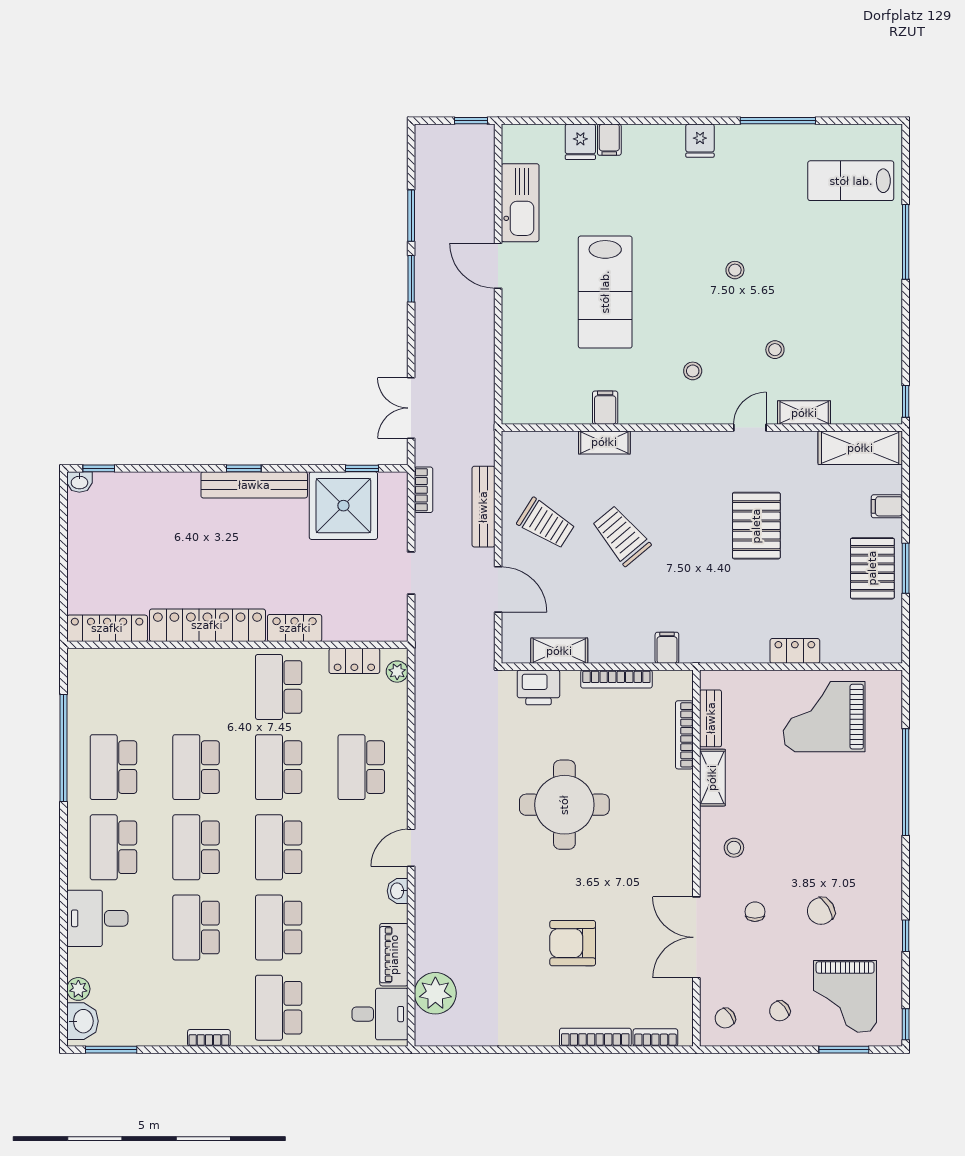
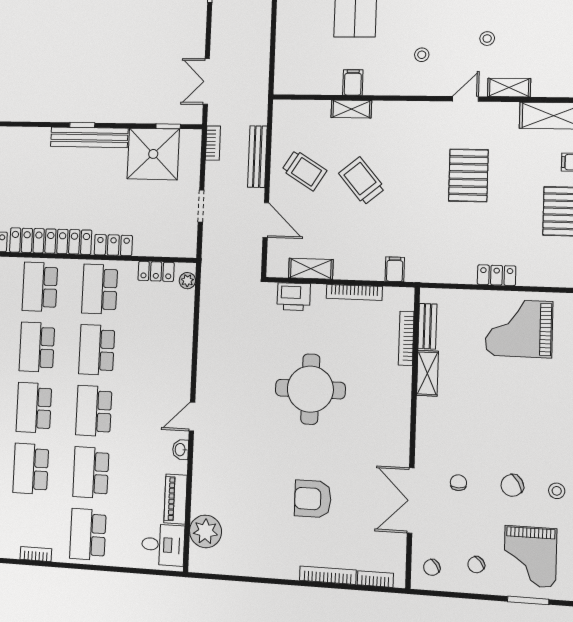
school desk: (361, 767) -> (40, 287), moved
stool: (734, 848) -> (557, 491), moved

